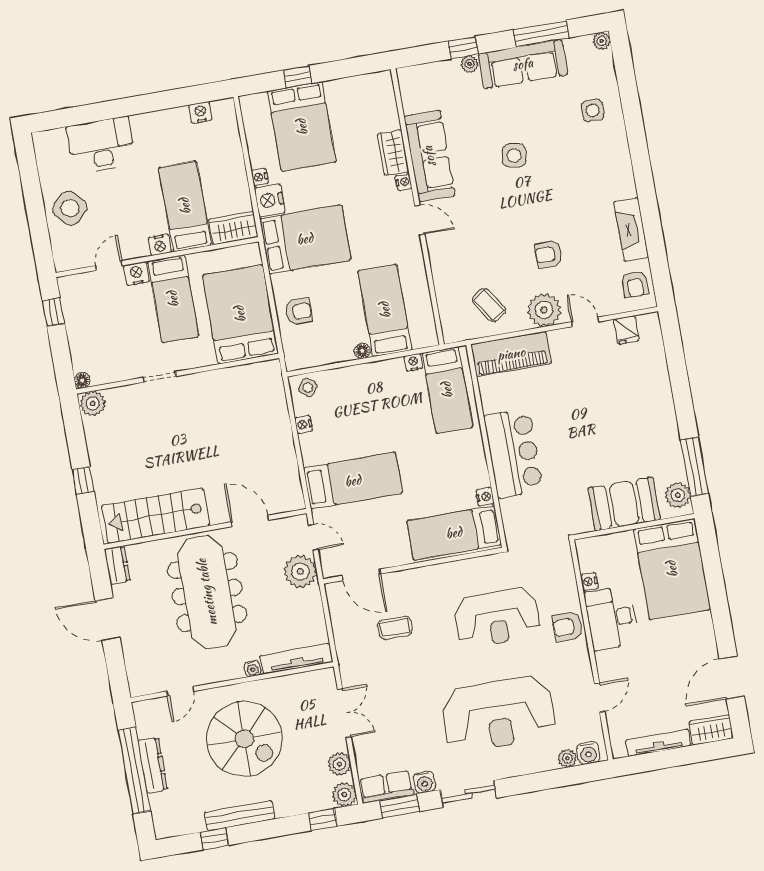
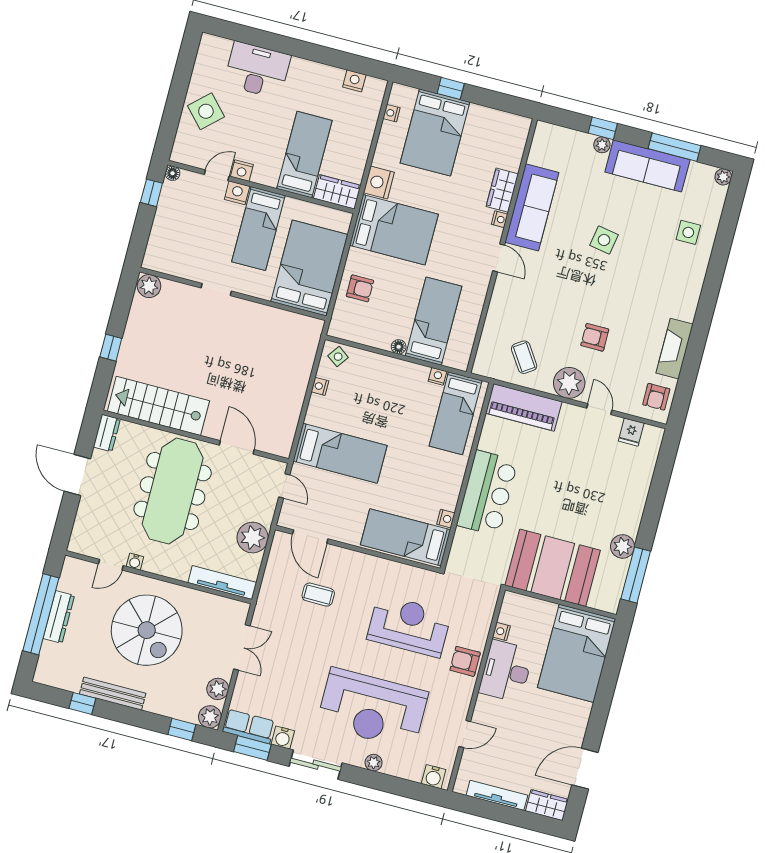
nightstand: (260, 177) -> (391, 113), moved
nightstand: (160, 245) -> (242, 171), moved
floor lamp: (82, 380) -> (173, 173), moved
plant: (678, 495) -> (622, 546), moved
booth: (624, 504) -> (553, 568), width x1.36, depth x1.42
plant: (300, 572) -> (253, 538), moved
reception desk: (497, 617) -> (409, 626), turned 180
water cooler: (253, 669) -> (135, 562), moved
plant: (567, 758) -> (374, 763), moved

